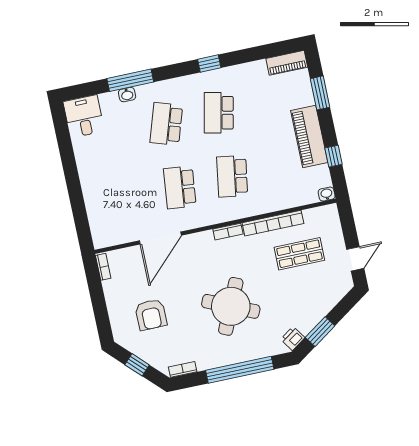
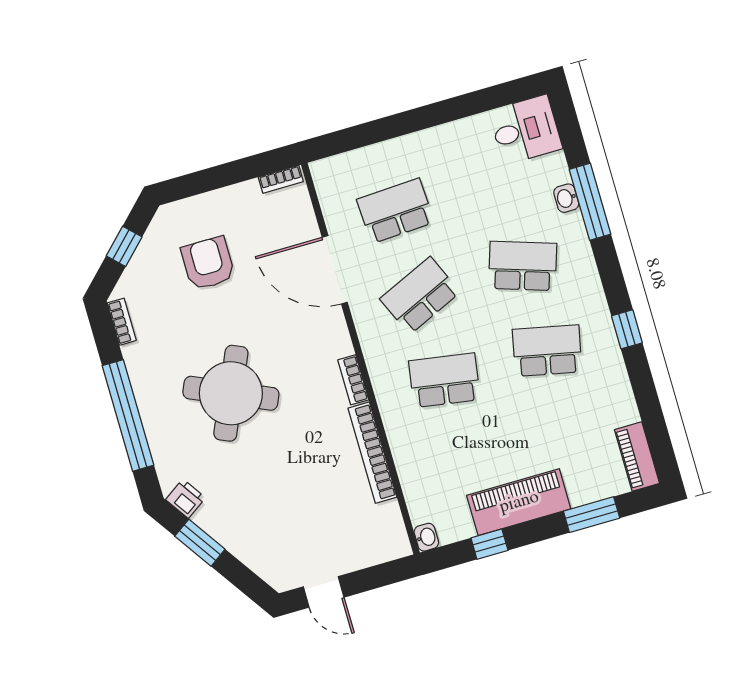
school desk: (180, 187) -> (420, 296), turned -30
school desk: (127, 199) -> (396, 211), added
shop shelf: (299, 254) -> (325, 500), removed
armchair: (151, 315) -> (208, 263), turned 90

